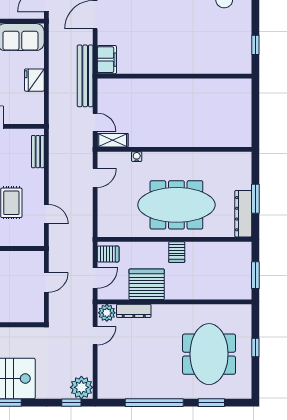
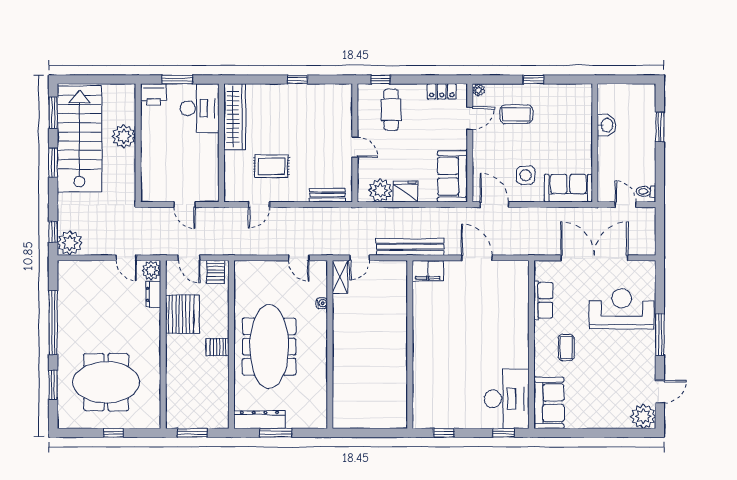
plant: (33, 103) -> (380, 190), added
dresser: (134, 311) -> (153, 294), width x0.70

